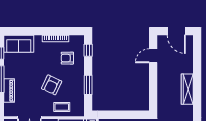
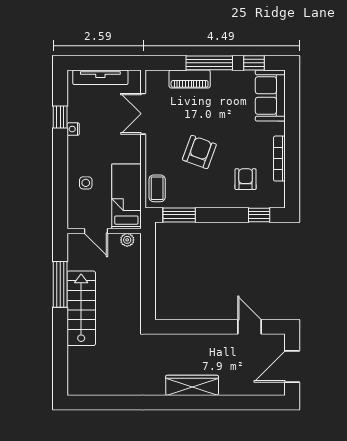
armchair: (52, 85) -> (199, 152), turned 85
window: (88, 85) -> (179, 215), moved
coffee table: (62, 107) -> (157, 188), moved

